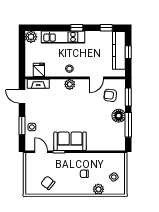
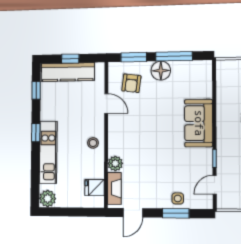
plant: (70, 84) -> (115, 163), moved
sofa: (70, 141) -> (199, 123), moved

